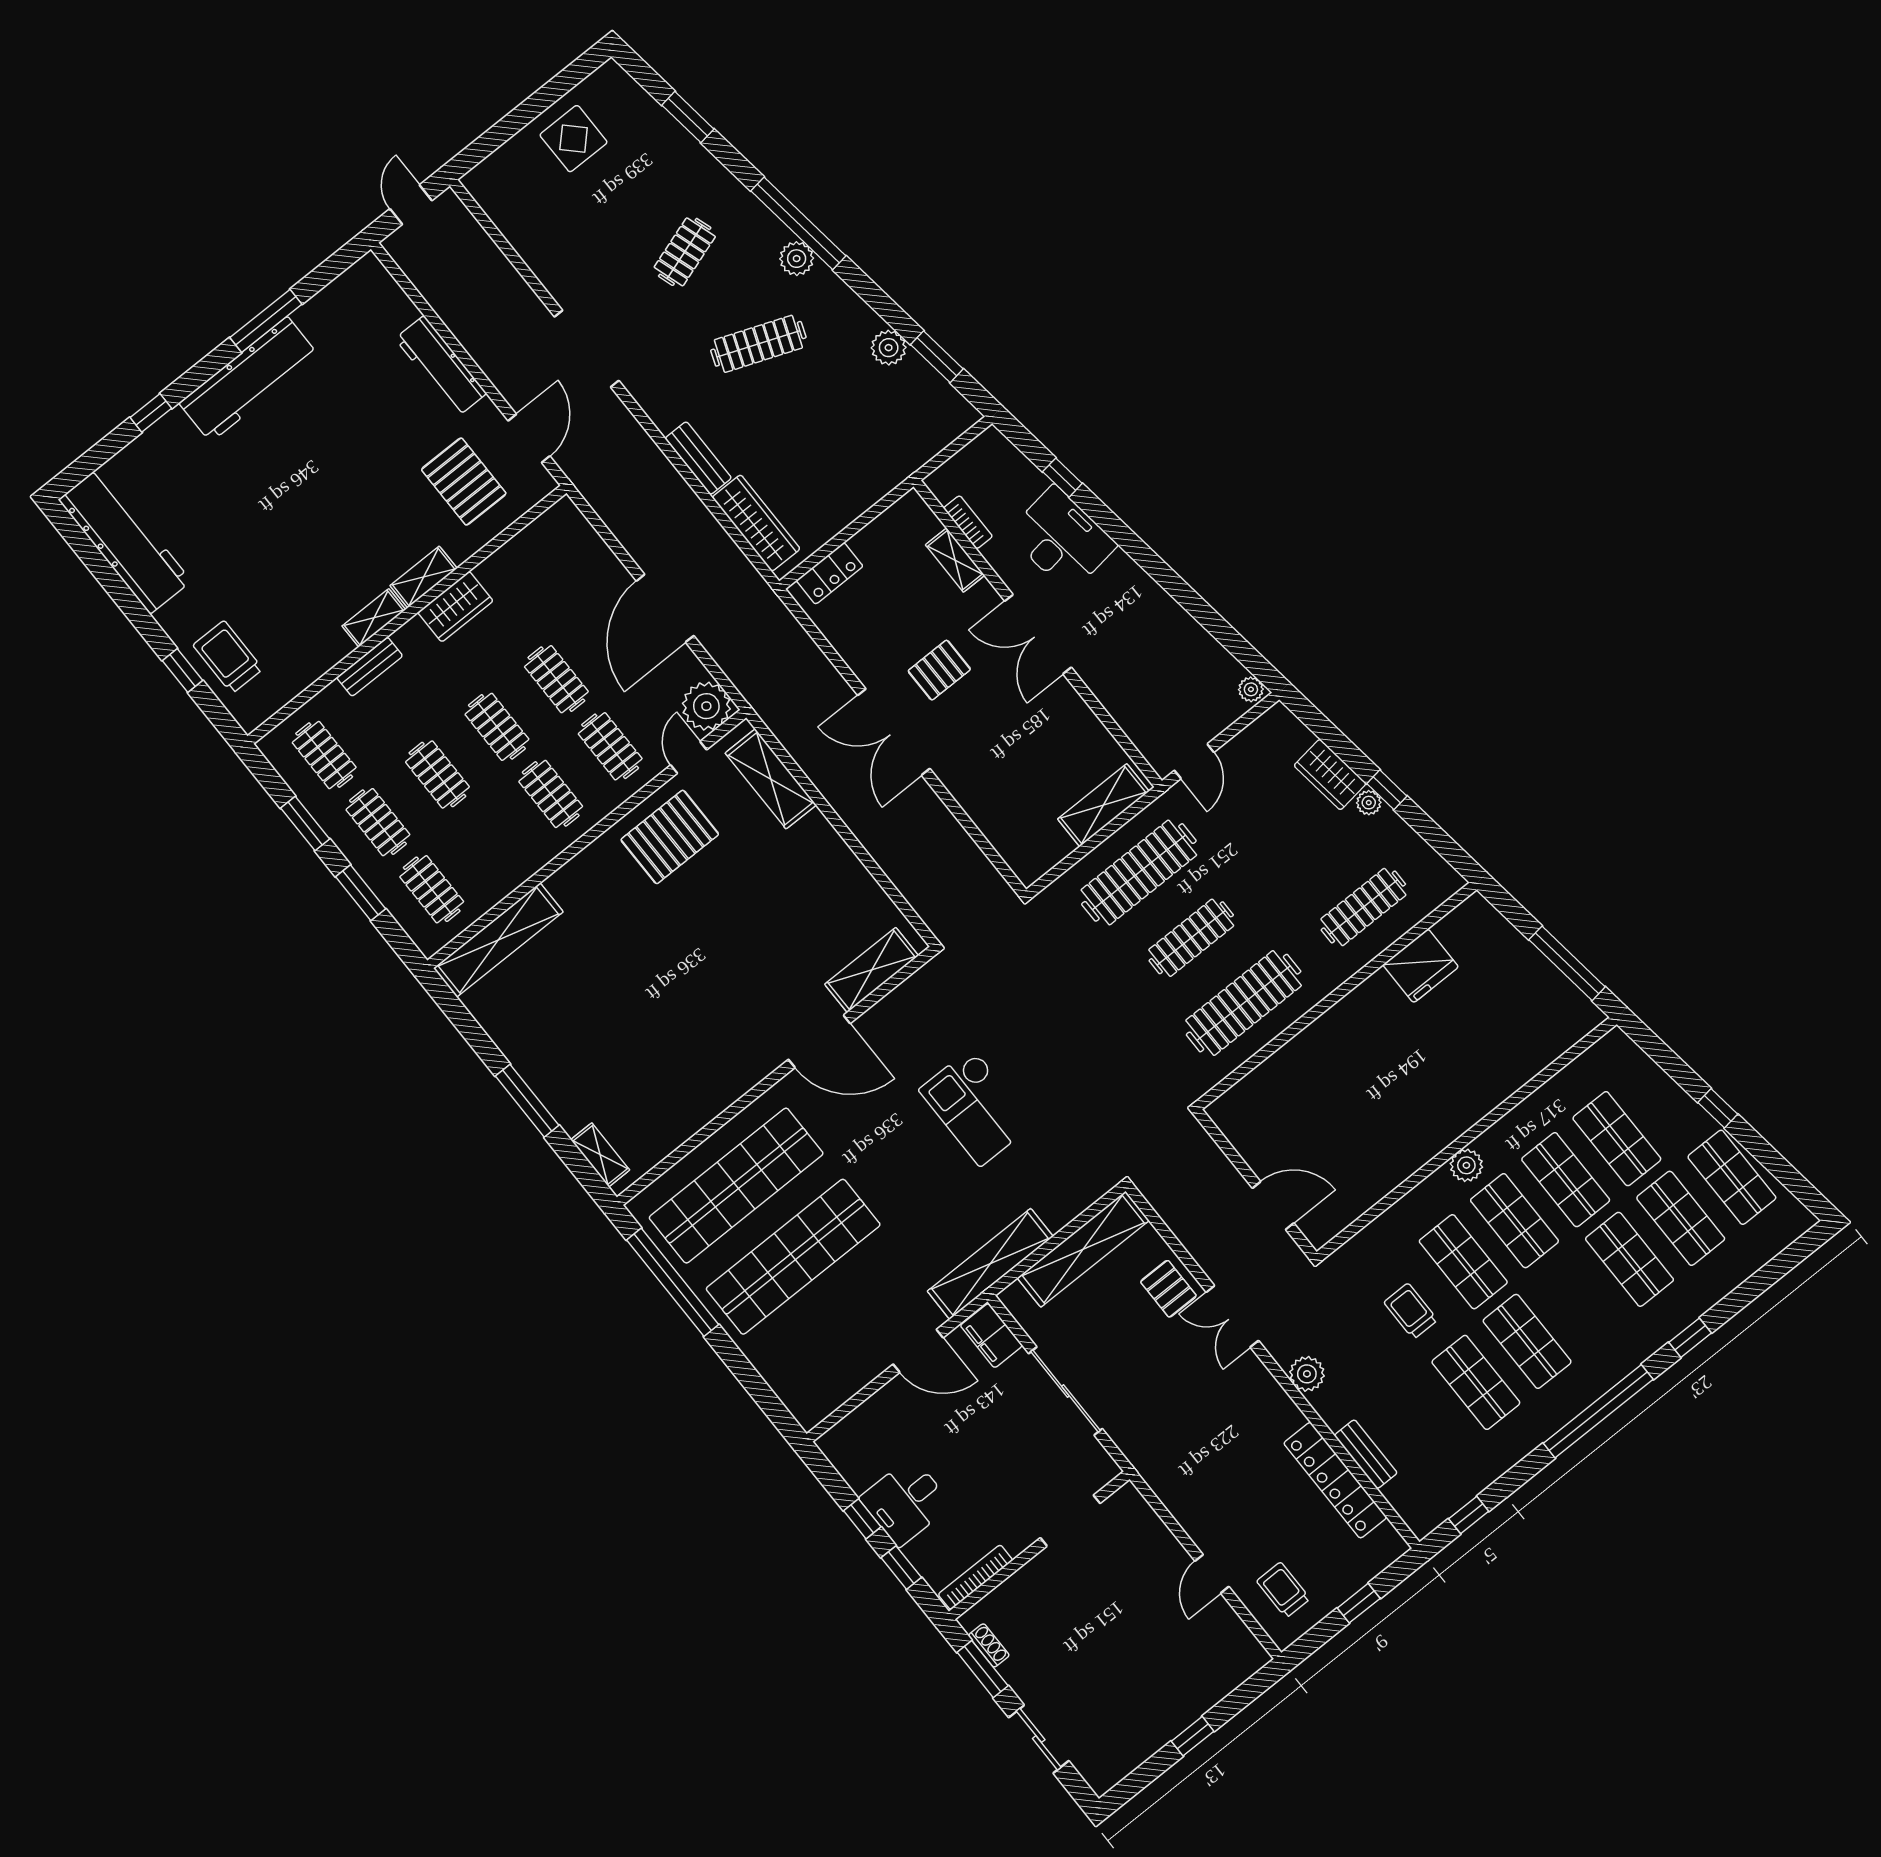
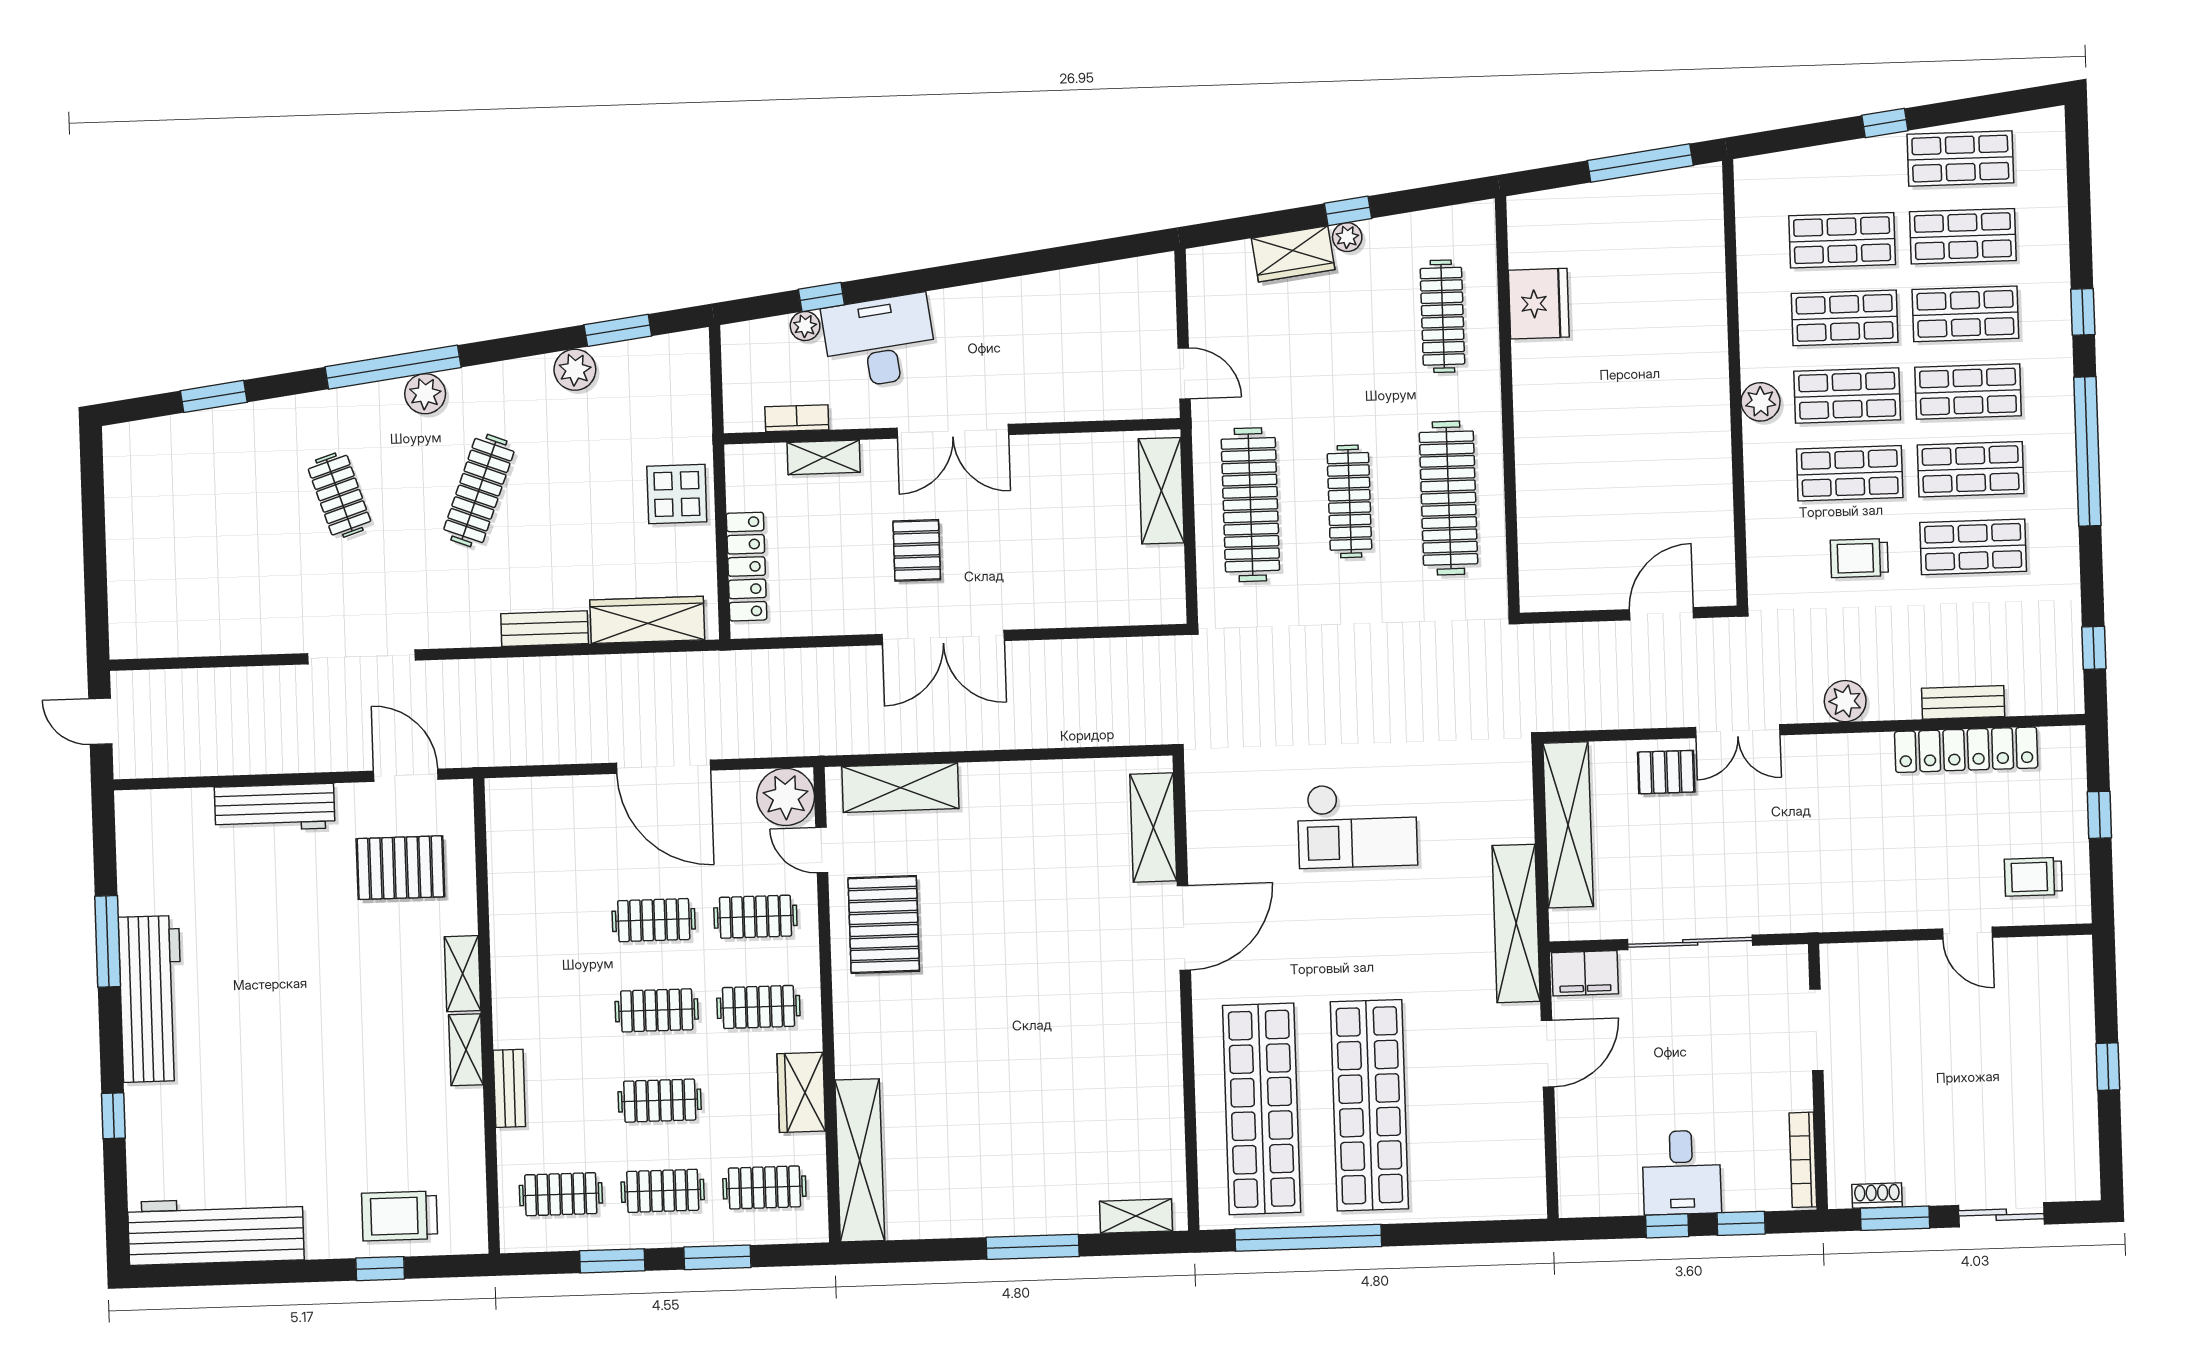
display table: (574, 139) -> (677, 494), moved
locker: (830, 573) -> (747, 567), width x1.53
wardrobe: (455, 607) -> (801, 1092), moved, turned 180
plant: (1251, 689) -> (805, 326), moved
shop shelf: (1578, 1300) -> (1968, 392), added

